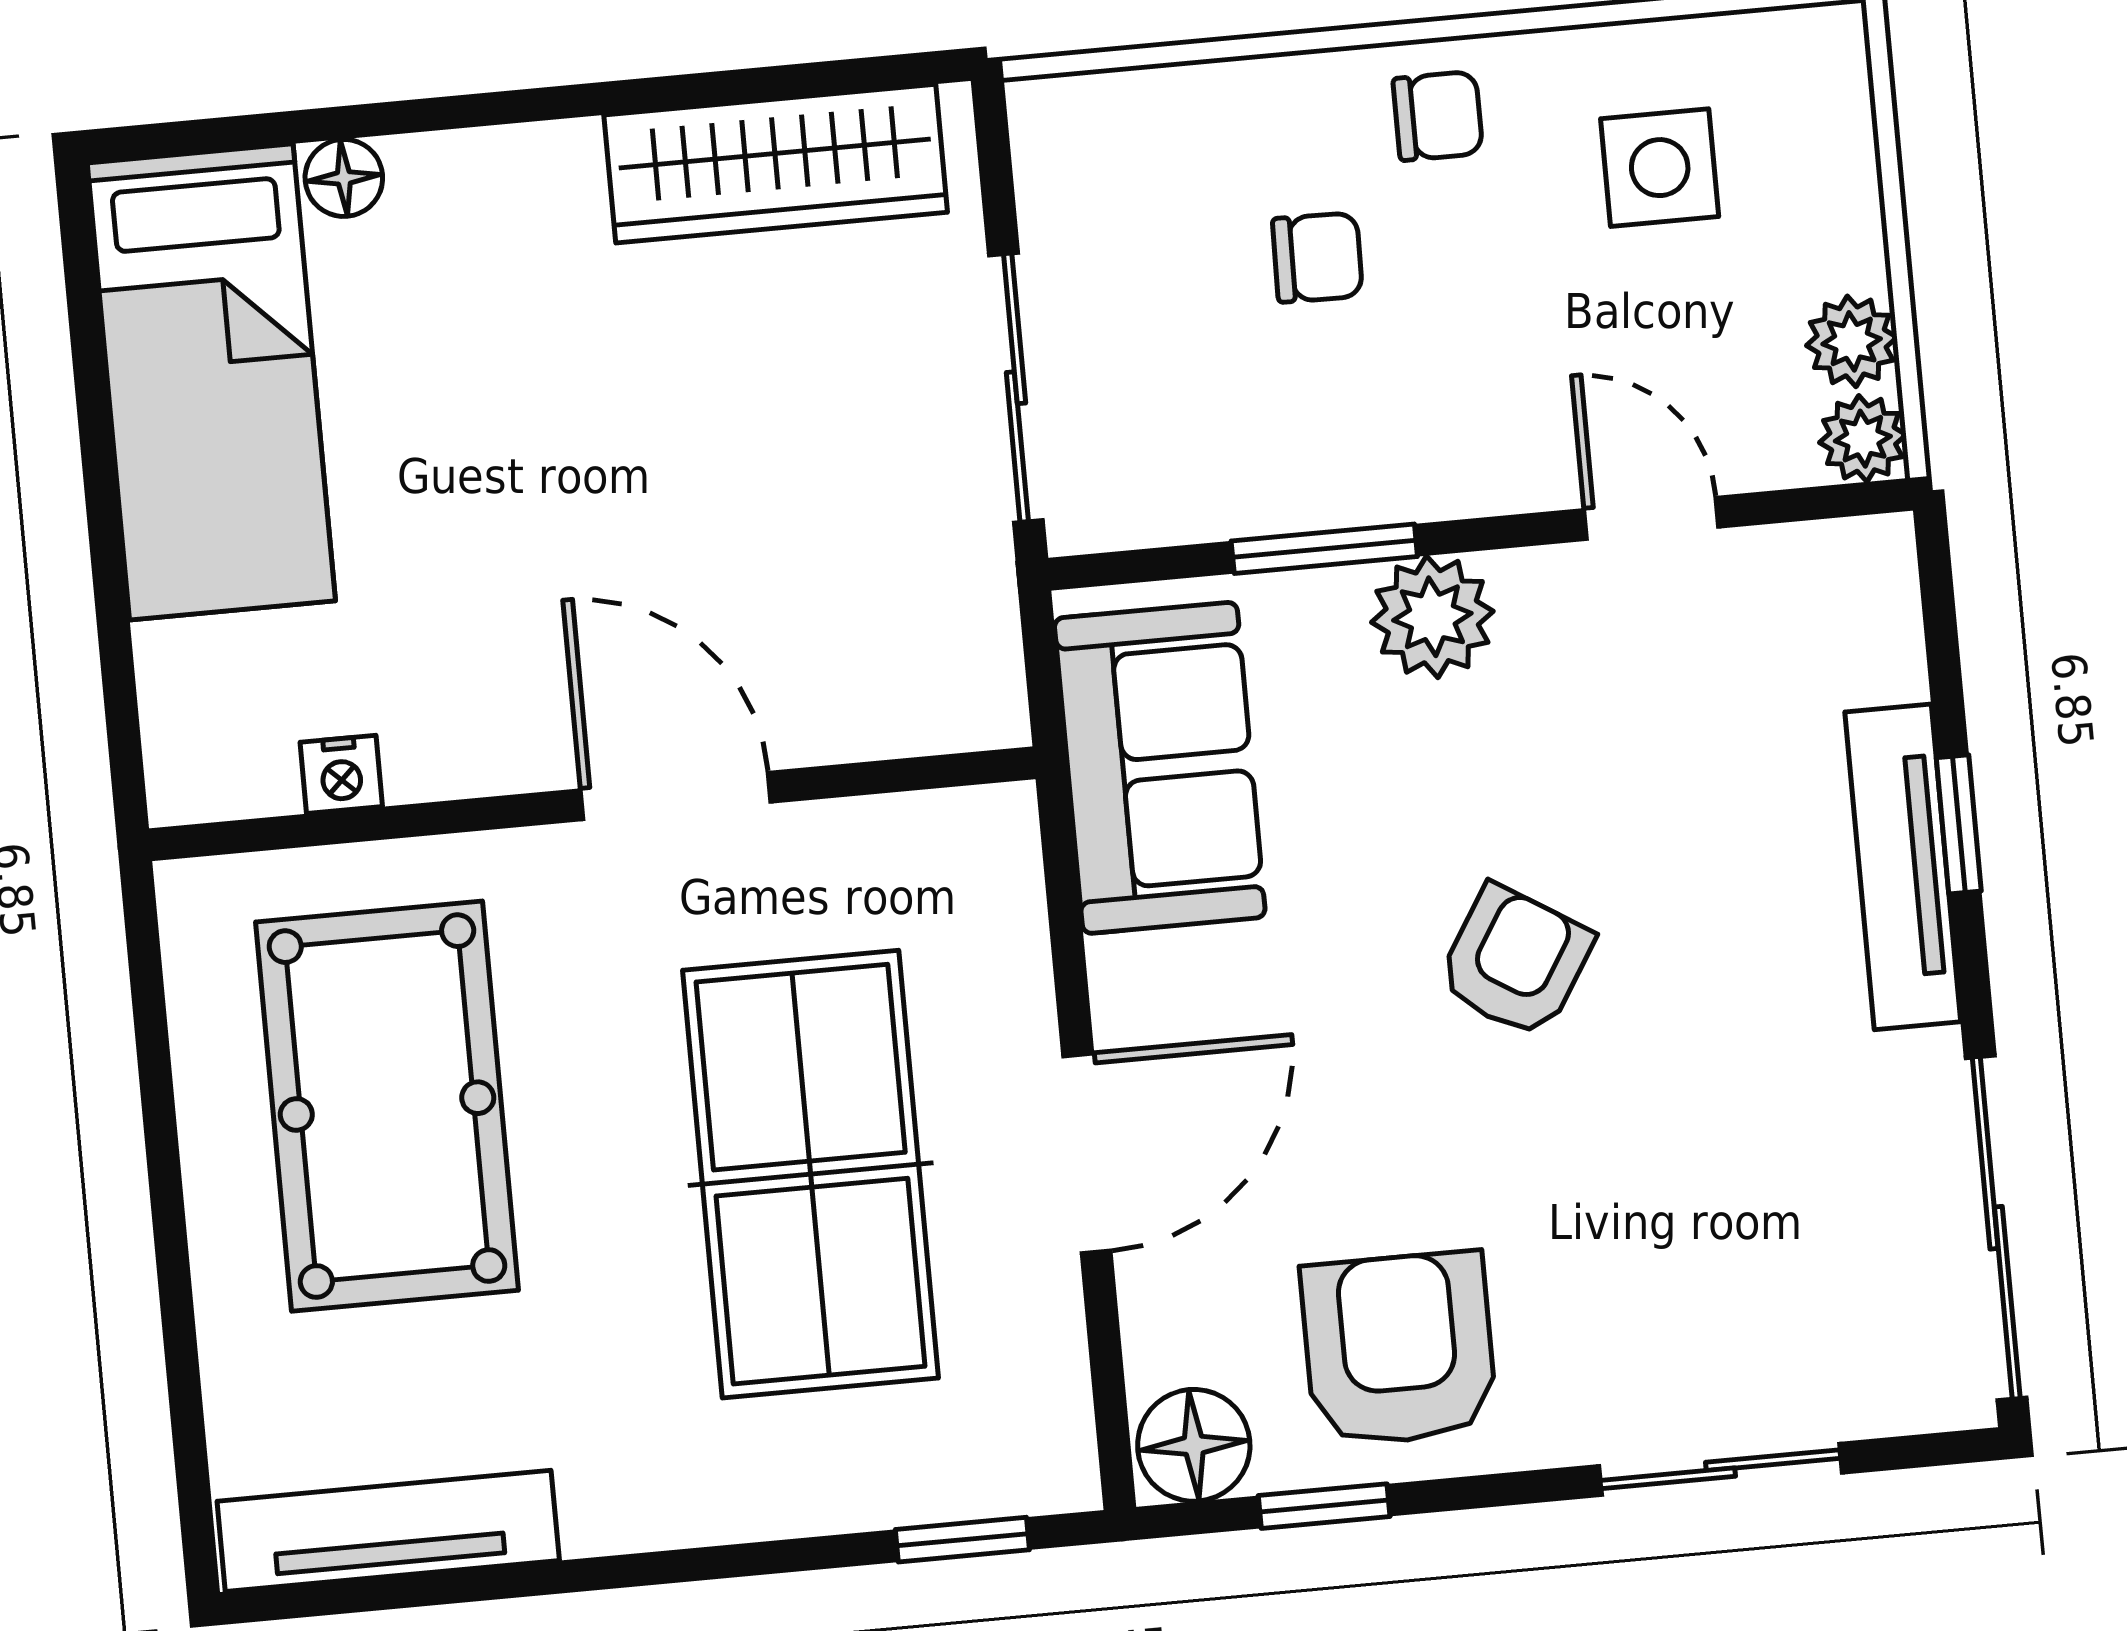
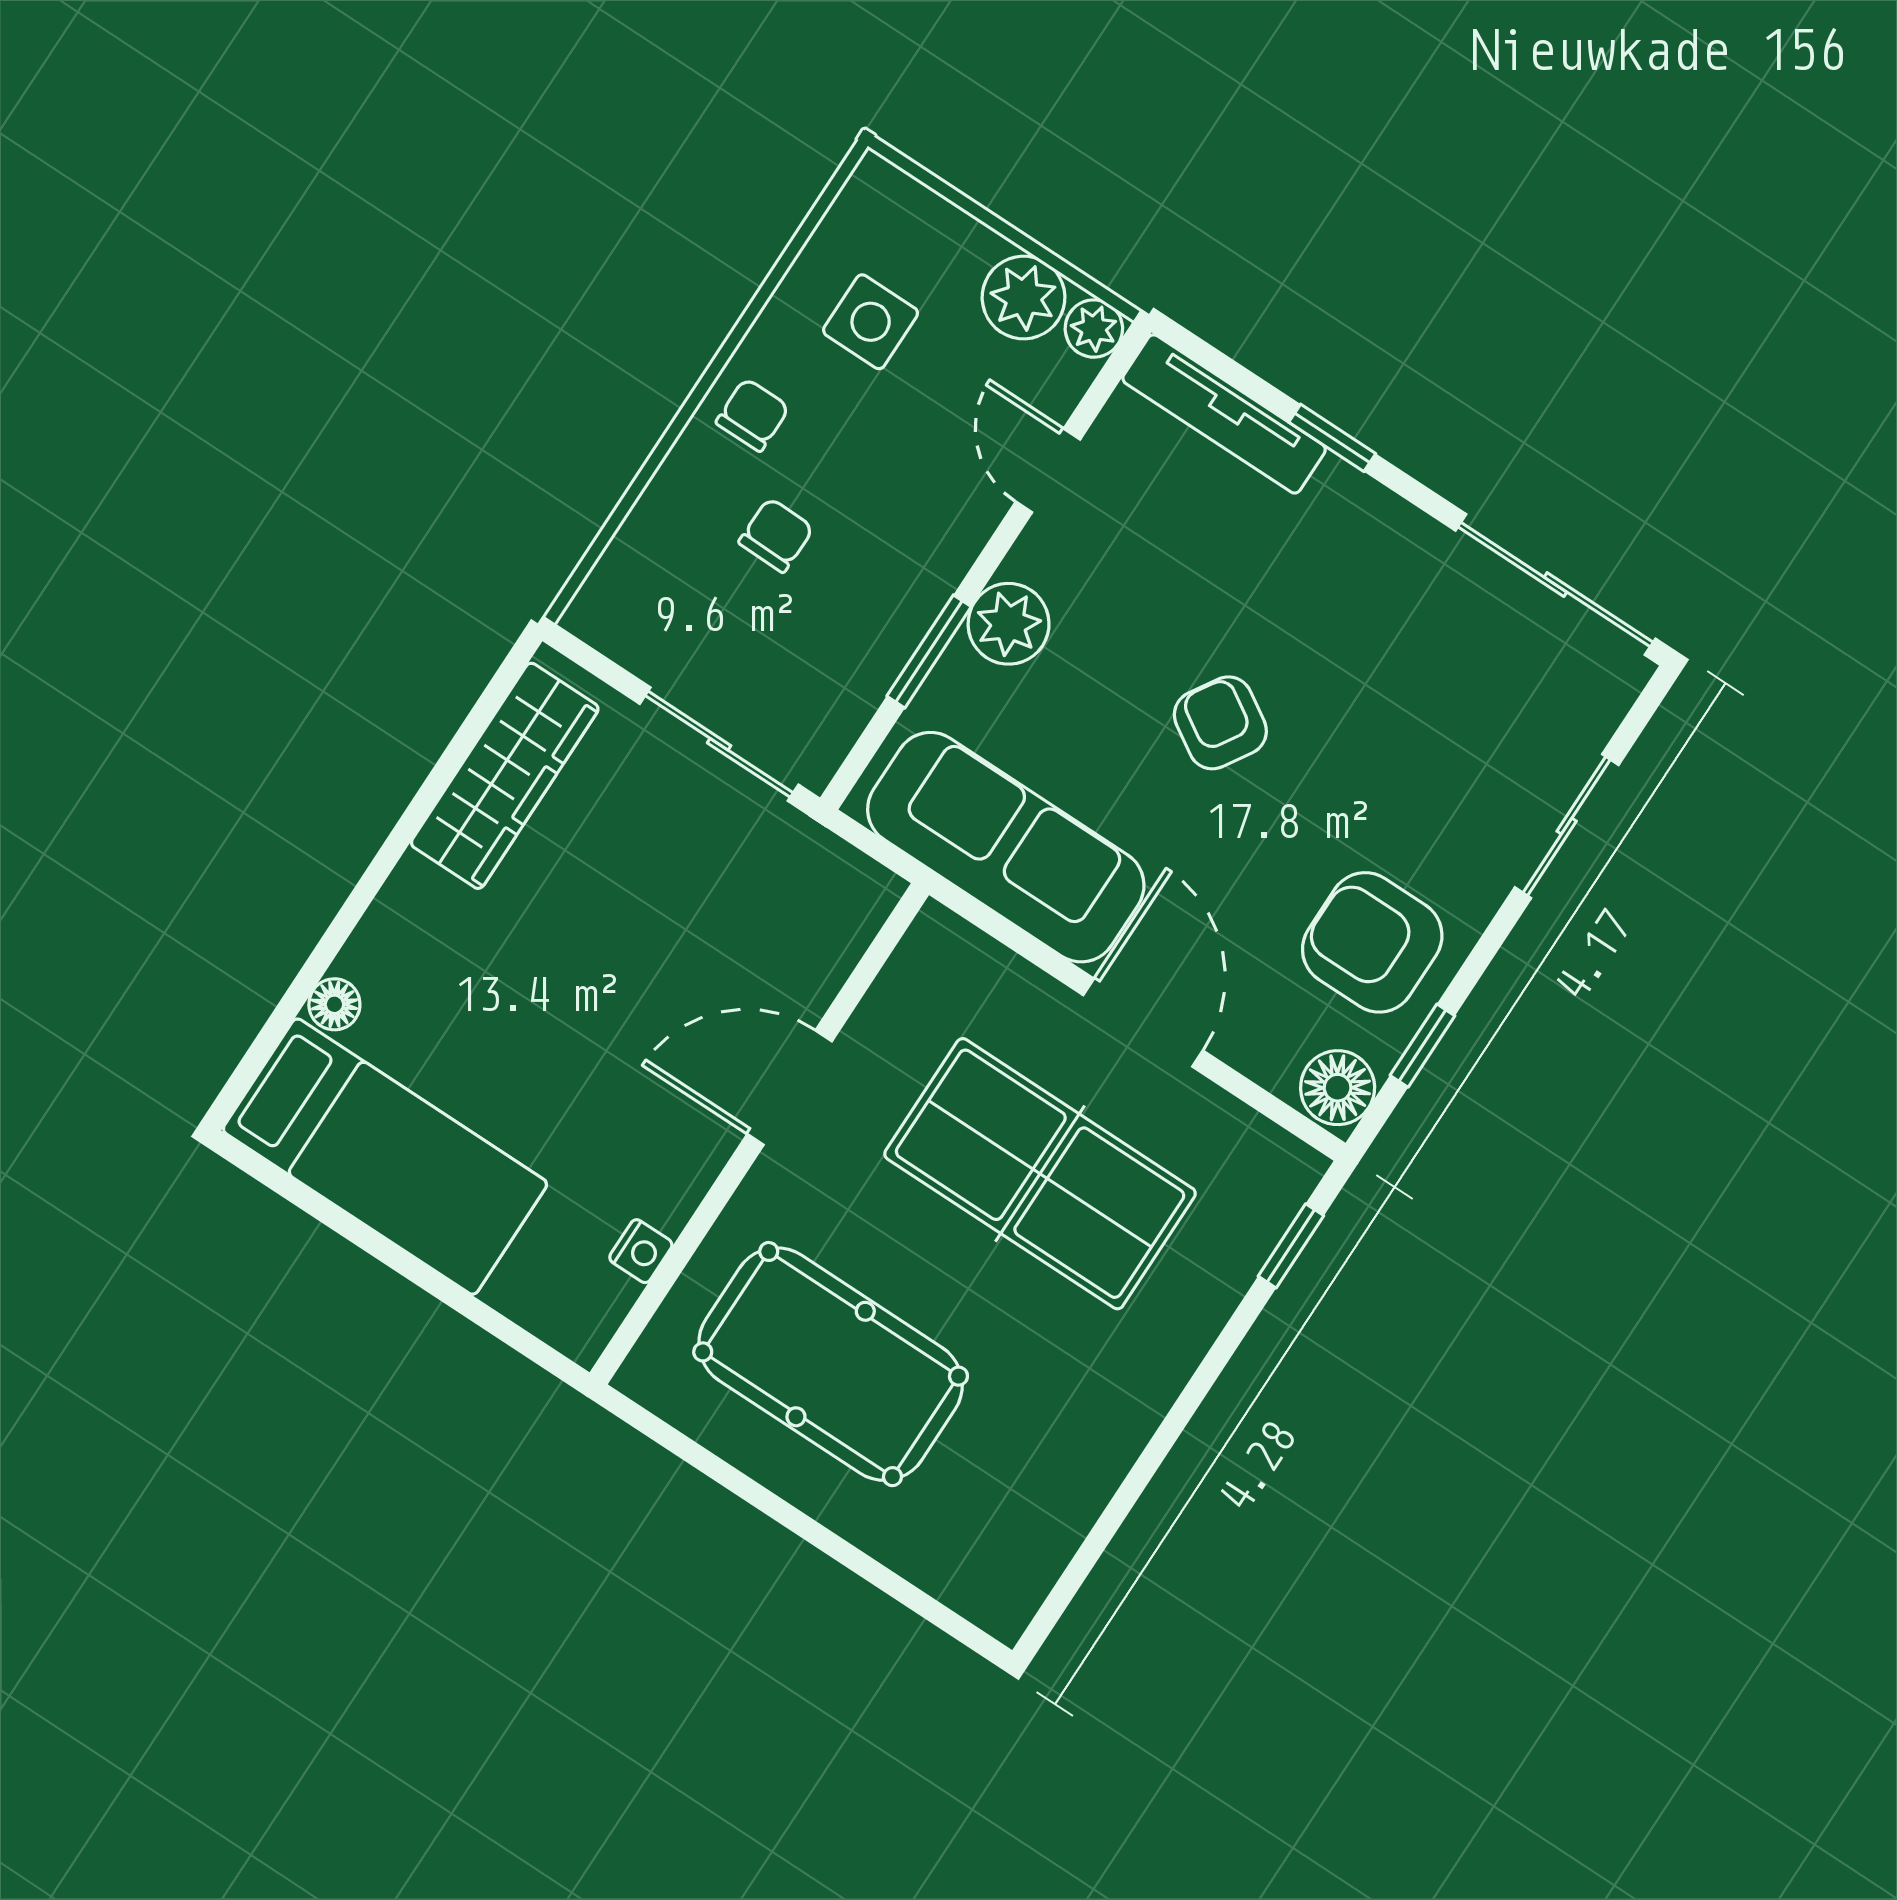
plant: (1852, 341) -> (1024, 298), width x1.38, depth x1.38
door: (1651, 518) -> (1048, 470), hinge flipped
sofa: (1160, 768) -> (1006, 847), width x1.36
tv unit: (1903, 867) -> (1224, 414), moved
tv unit: (388, 1531) -> (1050, 1538), removed

